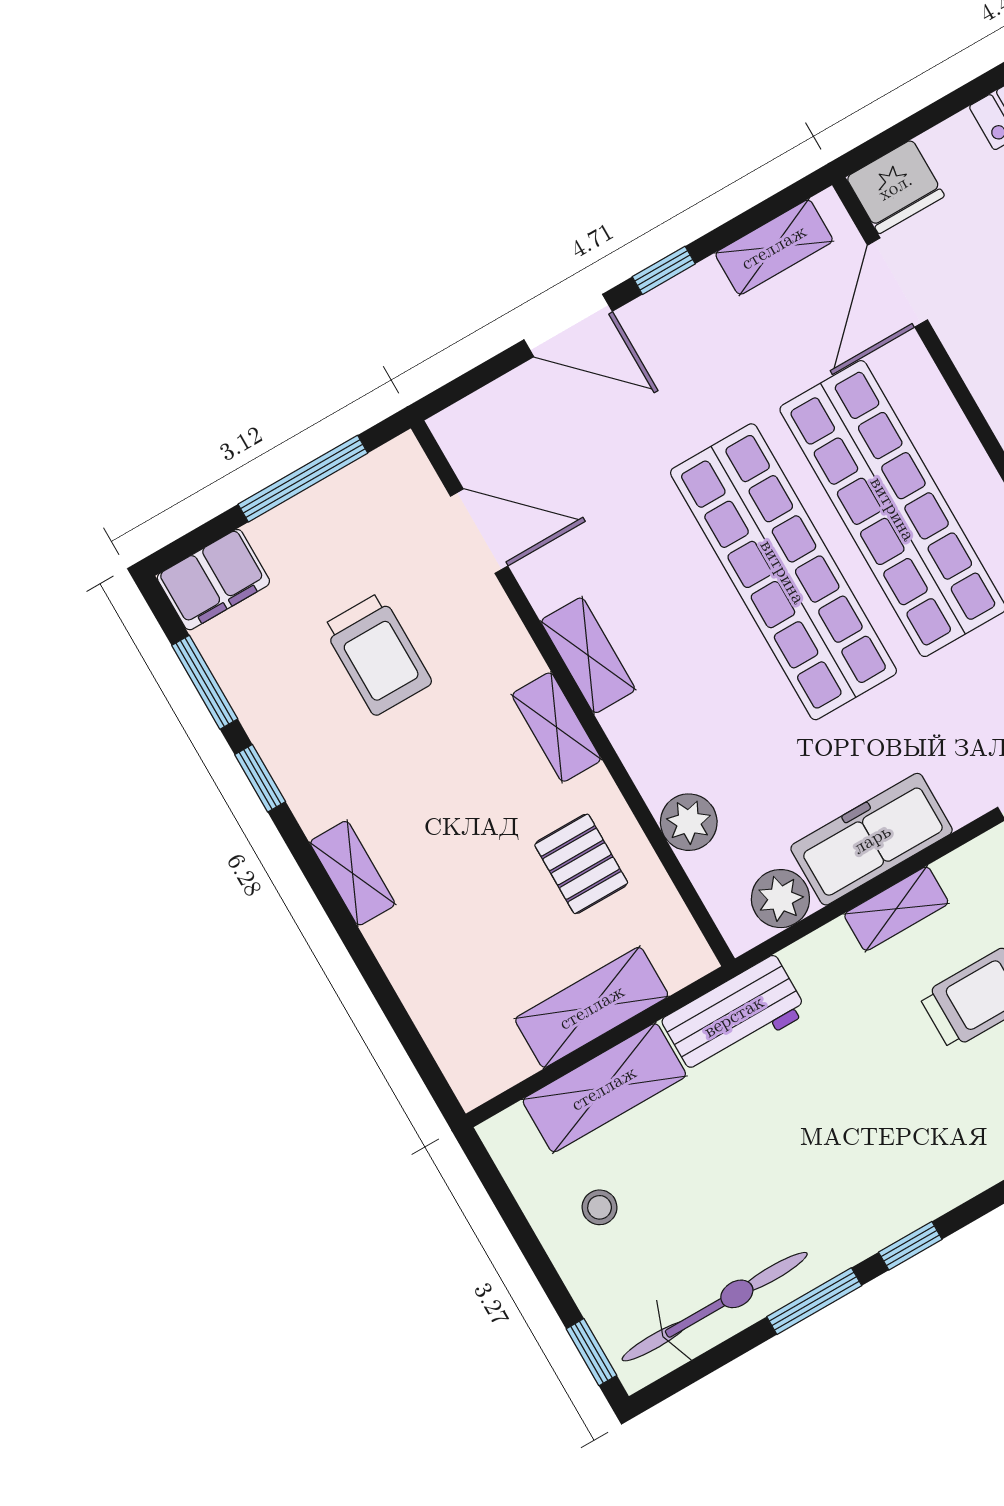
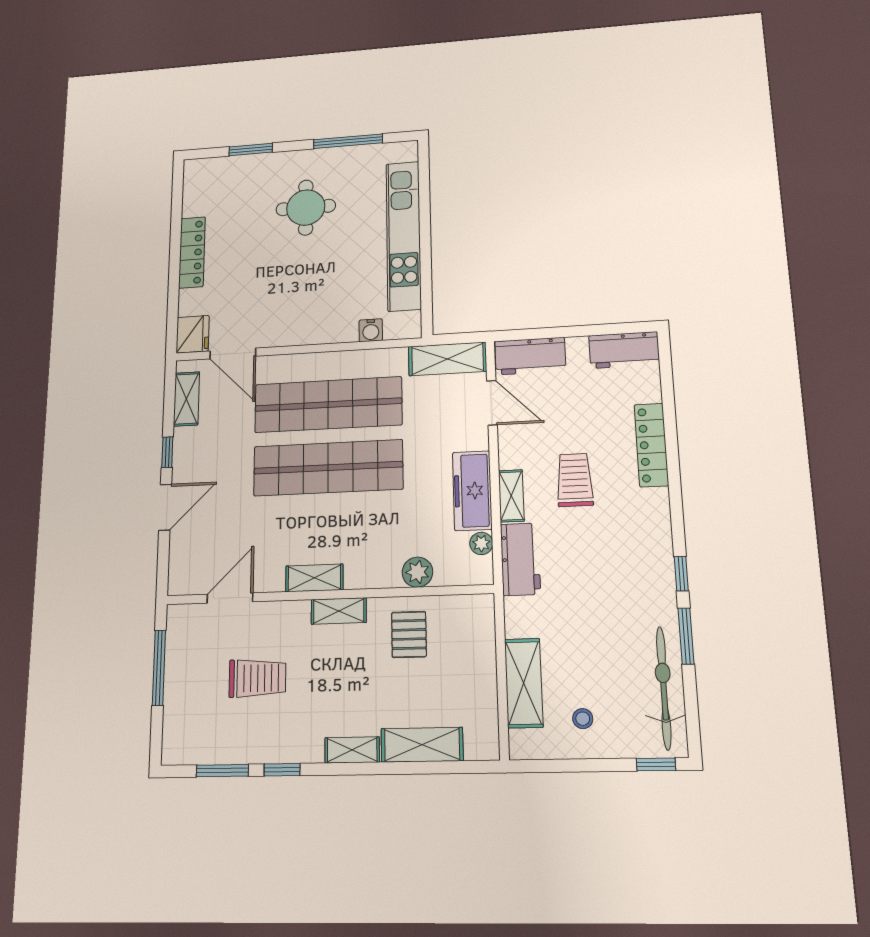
filing cabinet: (213, 580) -> (179, 738), removed
pallet: (581, 864) -> (409, 634), turned 90
plant: (780, 899) -> (481, 543), width x0.73, depth x0.73
shelving: (592, 1007) -> (422, 745), moved, turned 90
workbench: (734, 1016) -> (520, 559), moved

